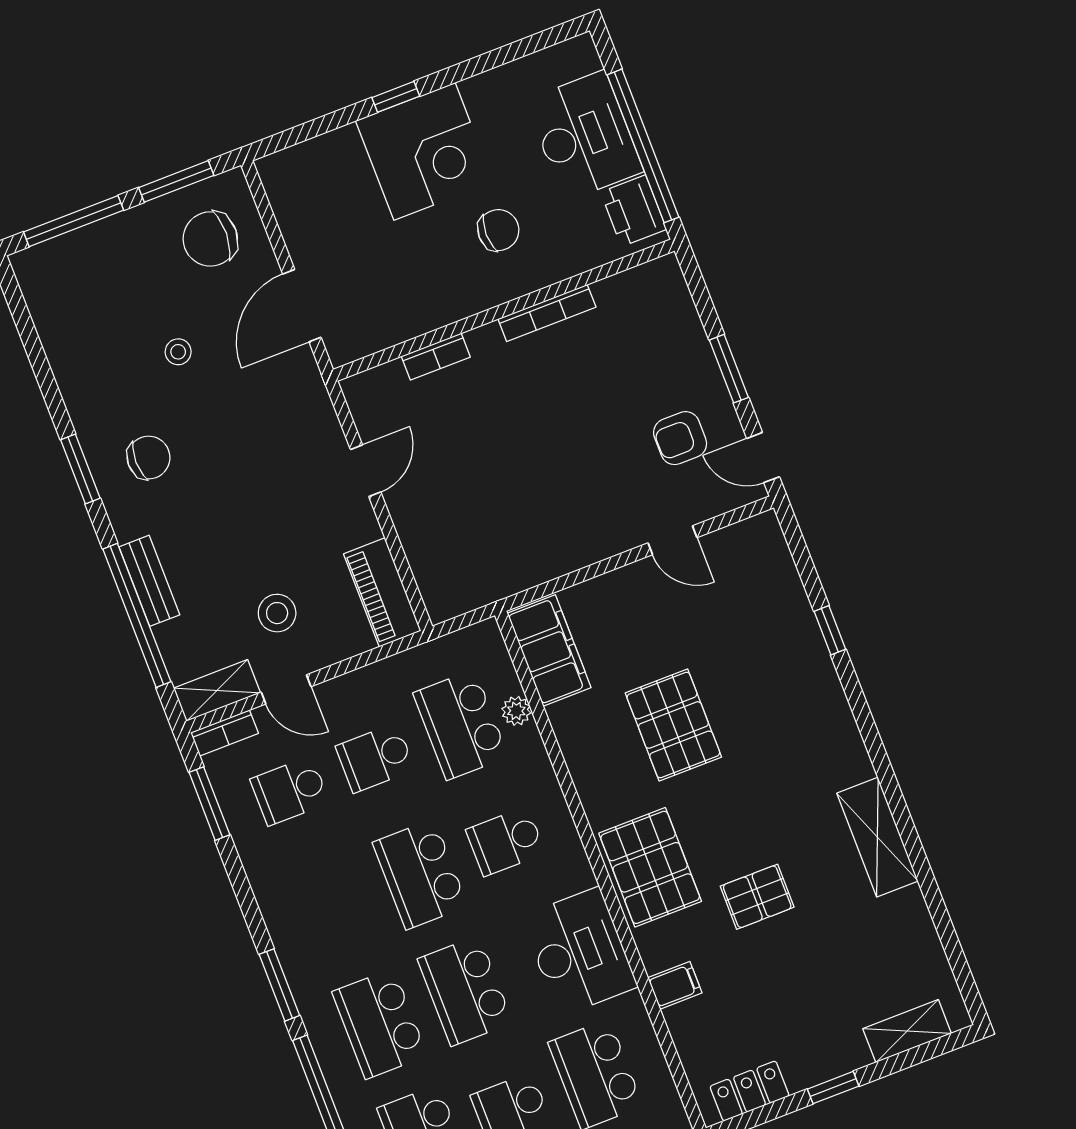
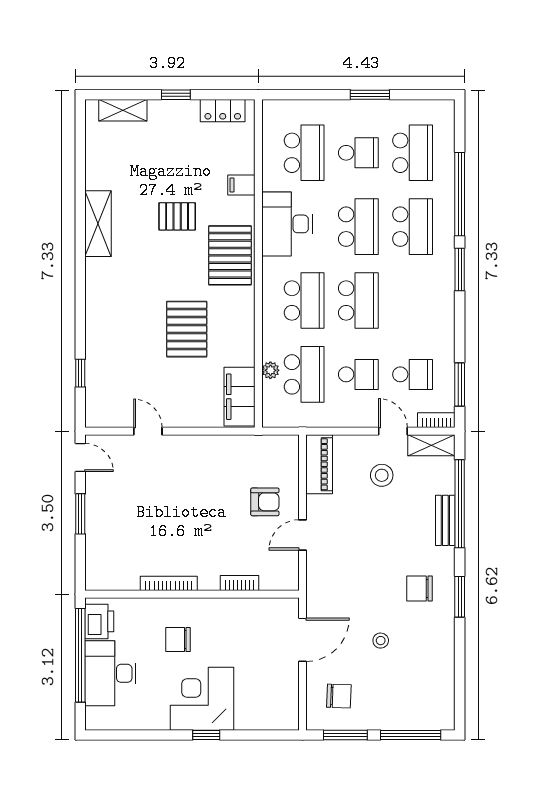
chair: (210, 239) -> (339, 696), width x0.73, depth x0.73
armchair: (680, 438) -> (265, 502), moved
window: (830, 630) -> (80, 373), moved
school desk: (506, 841) -> (304, 301), width x1.85

